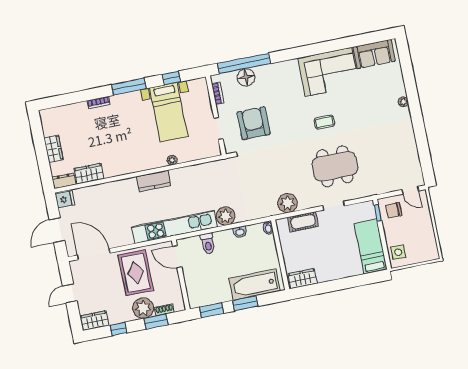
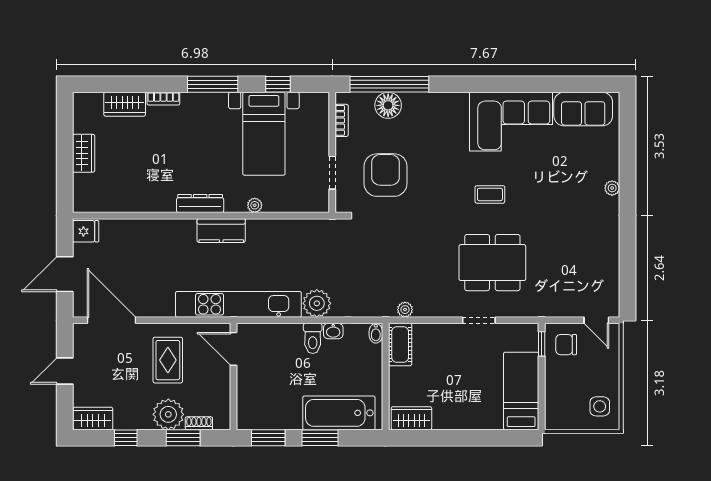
wardrobe: (89, 174) -> (125, 104), moved, turned 180
dresser: (64, 181) -> (200, 203), moved, width x1.44
plant: (287, 203) -> (405, 310), width x0.53, depth x0.53
cot: (303, 222) -> (400, 345), moved, turned 90
toilet: (208, 243) -> (313, 338), moved
side table: (398, 252) -> (600, 406), moved
rug: (136, 273) -> (168, 360), width x0.73, depth x0.70

